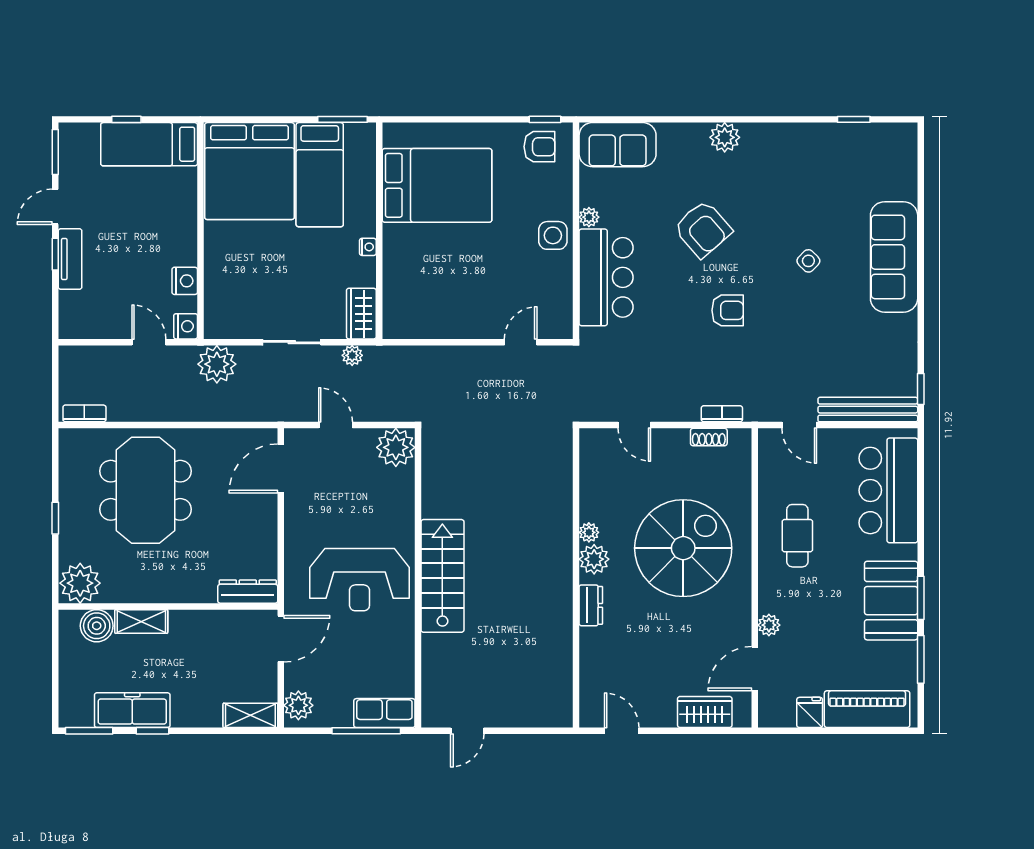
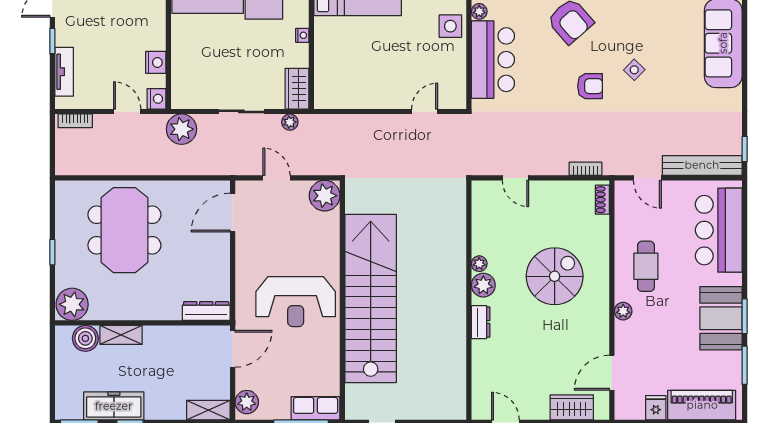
tv unit: (70, 259) -> (64, 72), moved
side table: (808, 261) -> (634, 70), moved
bookcase: (84, 413) -> (75, 121), moved, turned 180
shoe rack: (709, 437) -> (602, 200), moved, turned 90
spiral stairs: (683, 548) -> (555, 276), width x0.73, depth x0.73
stairs: (442, 576) -> (371, 298), width x1.86, depth x1.51
plant: (769, 625) -> (623, 311), moved

